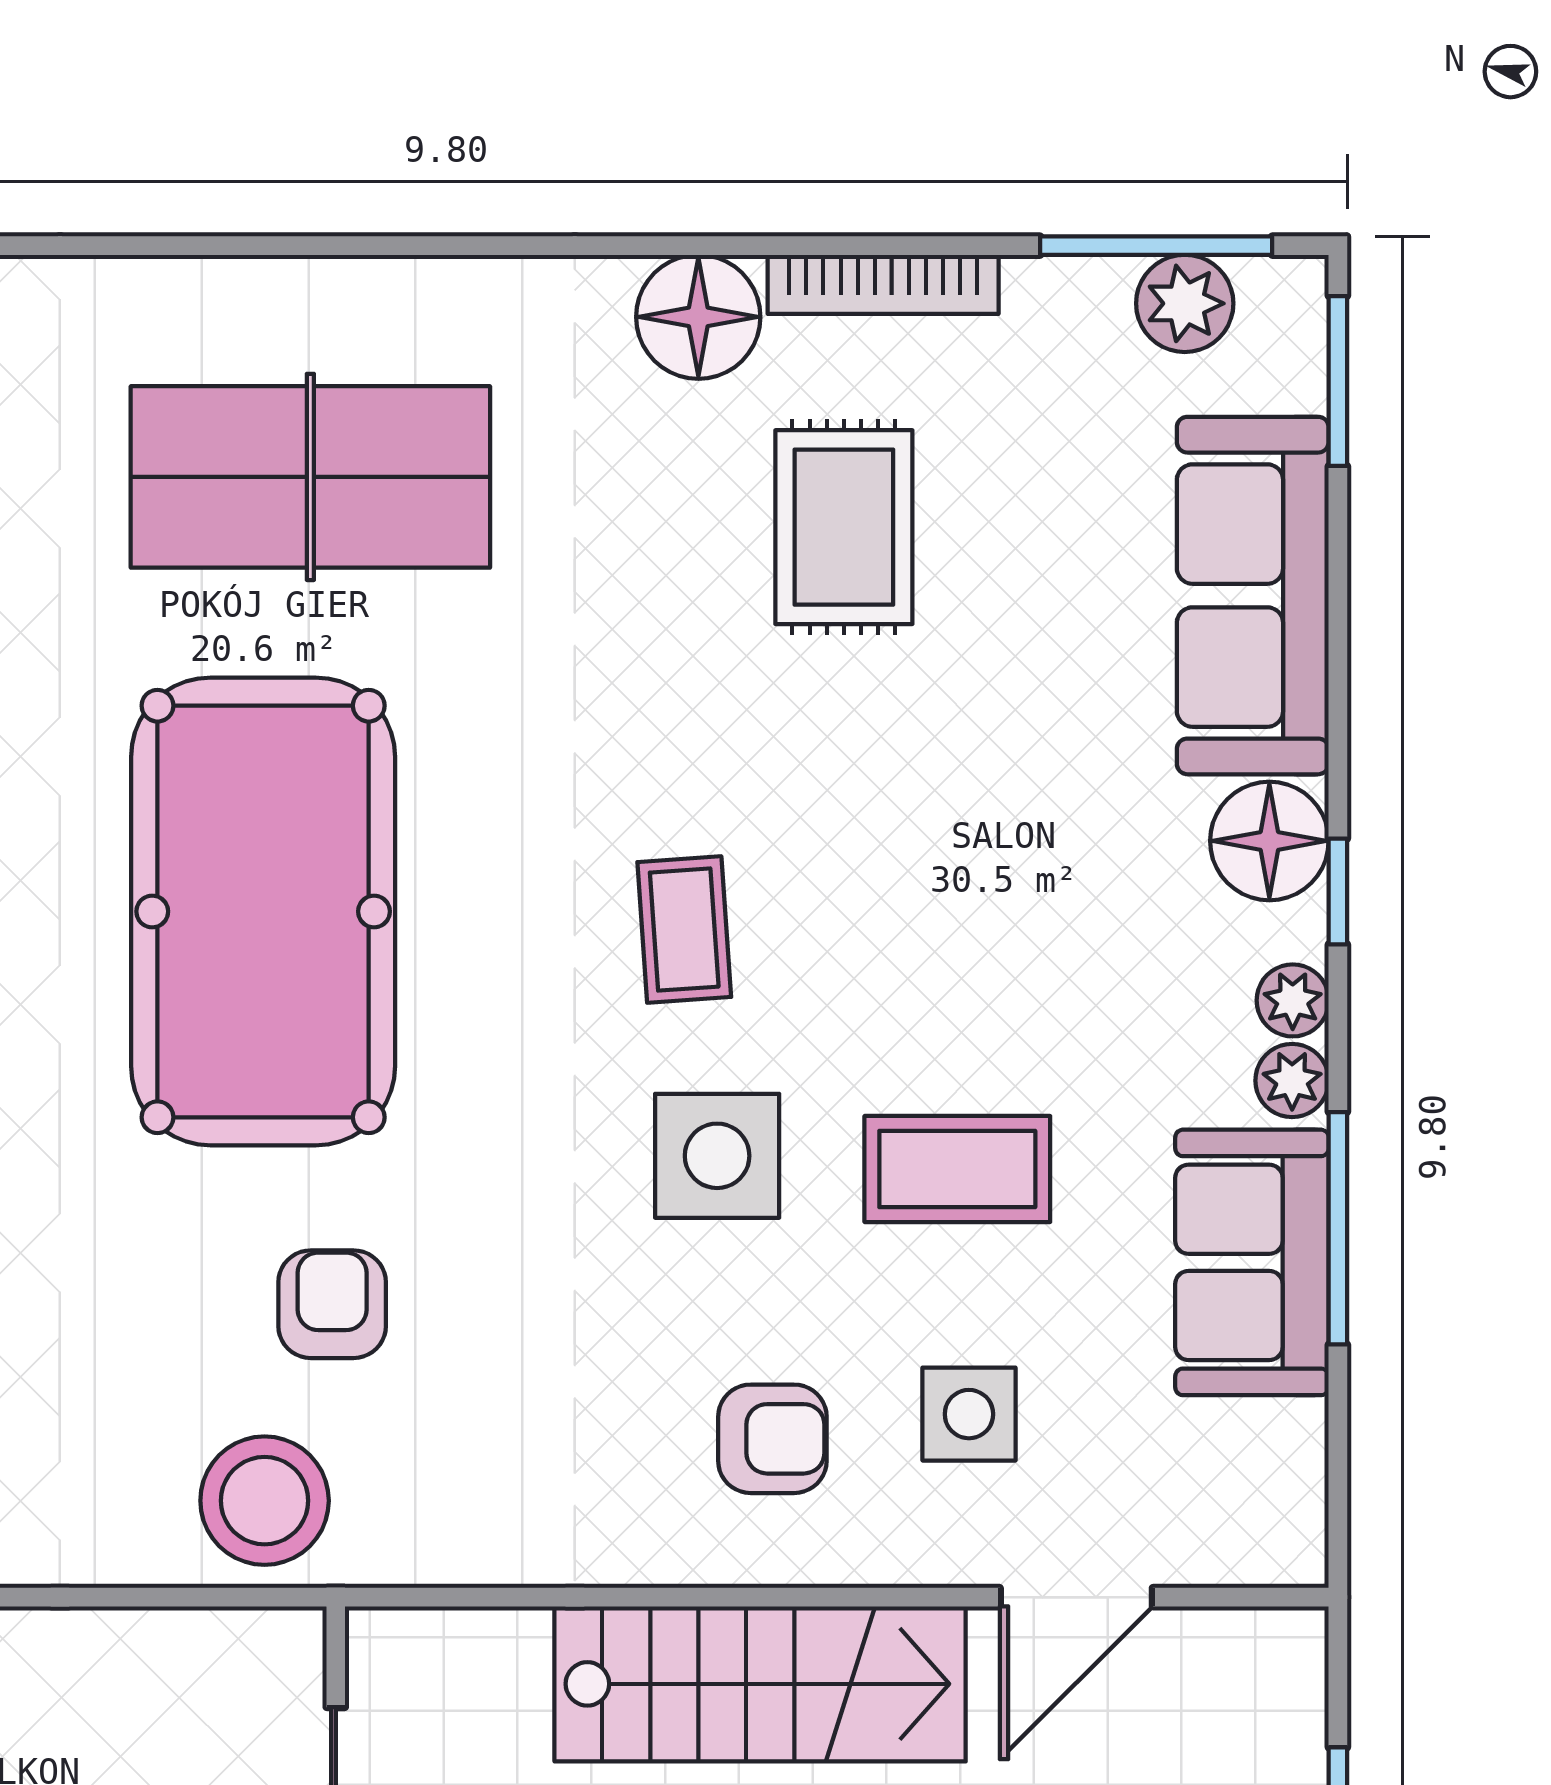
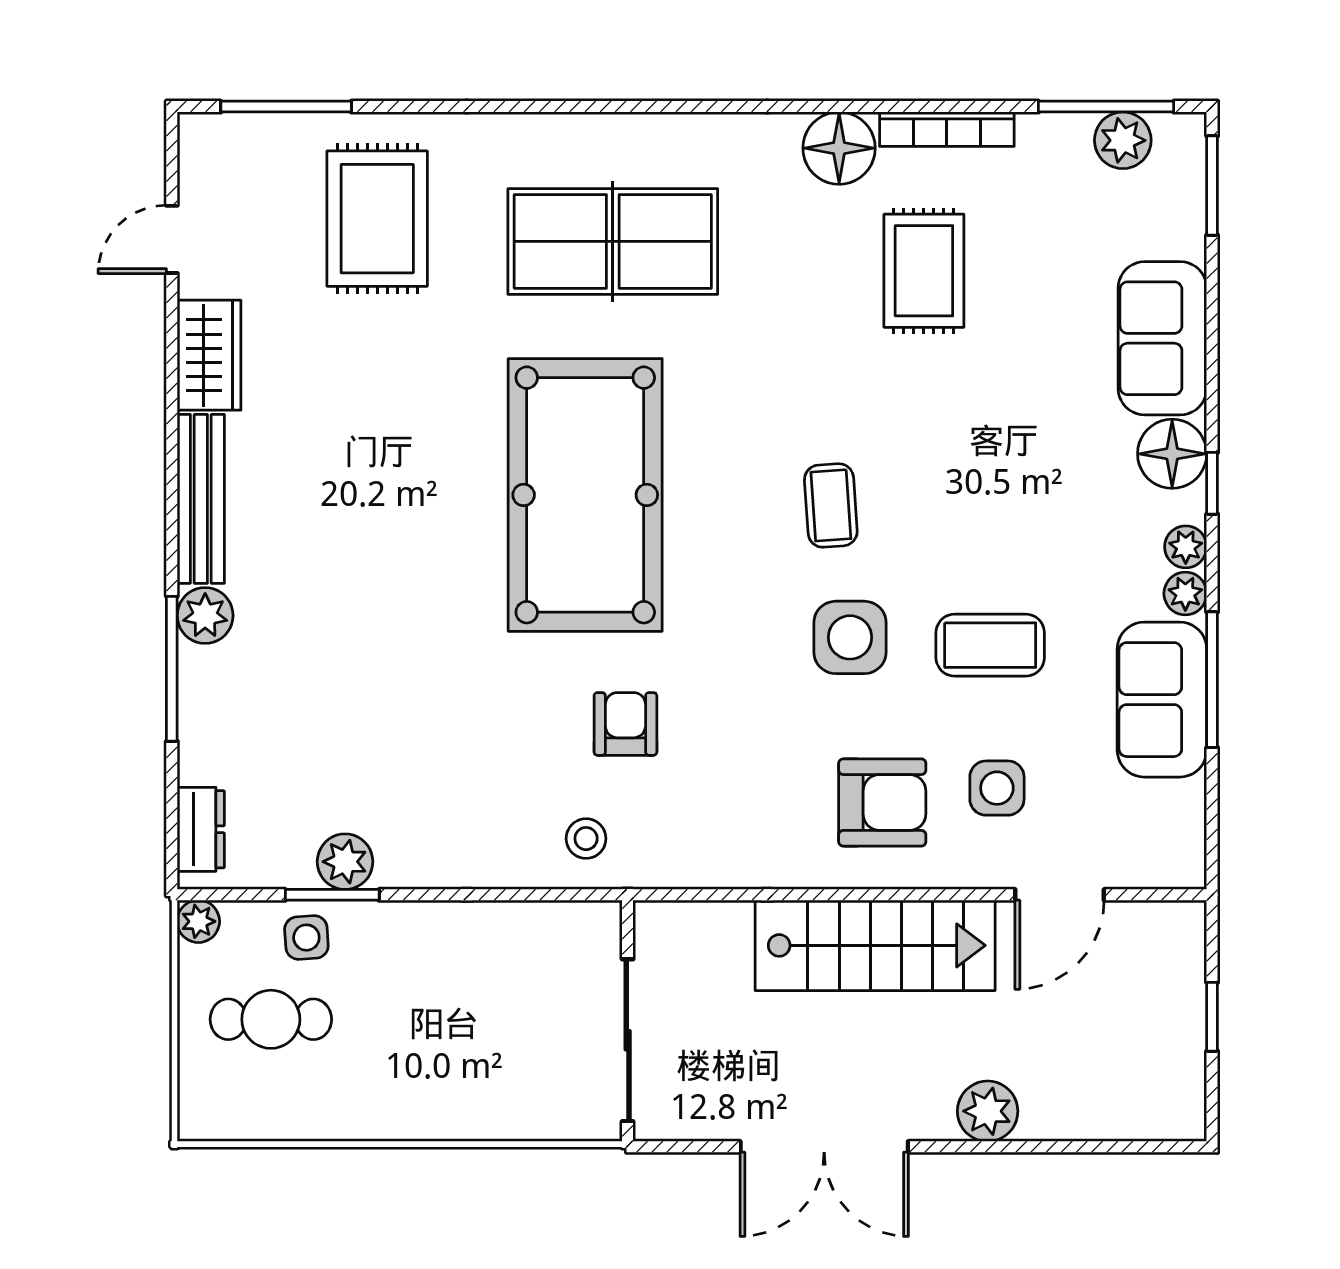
sofa: (1253, 596) -> (1162, 338), width x0.73
armchair: (772, 1439) -> (882, 802), width x1.38, depth x1.38
stool: (265, 1501) -> (586, 839), width x0.53, depth x0.53

